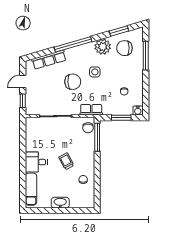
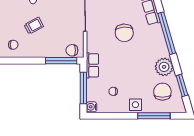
side table: (95, 72) -> (135, 105), moved
row of seats: (91, 110) -> (92, 65), moved
window: (121, 118) -> (83, 88), width x1.44

